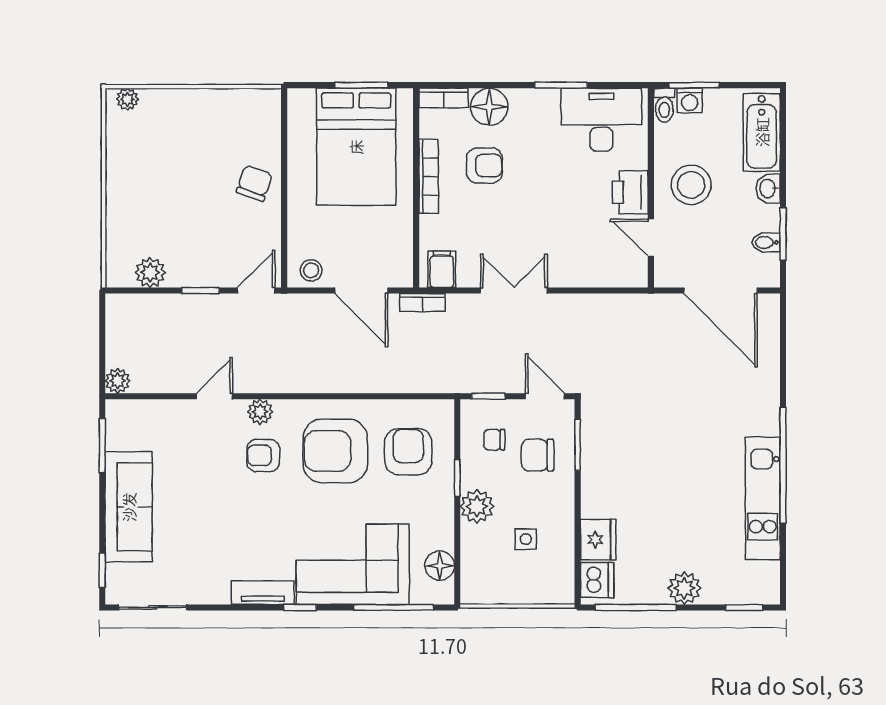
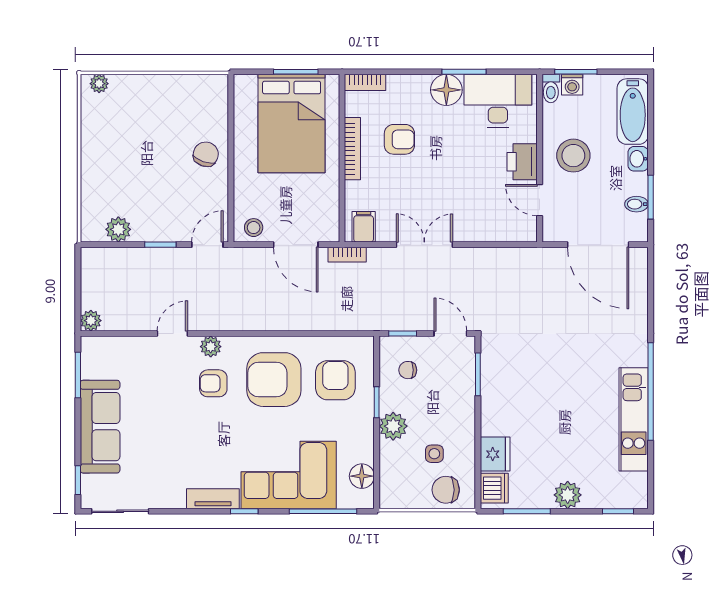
floor lamp: (489, 107) -> (446, 90), moved
chair: (538, 455) -> (446, 490), moved
window: (636, 607) -> (527, 511), width x0.69

